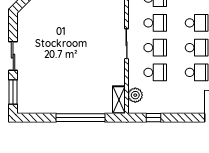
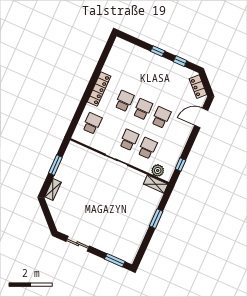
school desk: (155, 23) -> (111, 132), removed
sliding door: (13, 56) -> (78, 244), moved
window: (80, 118) -> (156, 219), width x0.47

